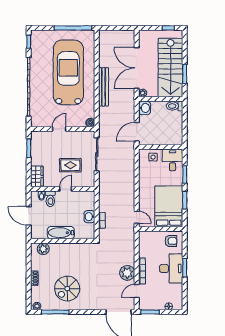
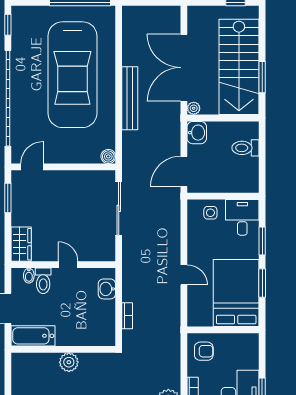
car: (68, 72) -> (72, 75), turned 180
toilet: (174, 106) -> (245, 148), moved
door: (59, 129) -> (32, 167), moved
rug: (70, 165) -> (76, 226), removed
door: (66, 189) -> (68, 265), hinge flipped
washbasin: (89, 217) -> (107, 289), moved
door: (137, 217) -> (184, 275), moved
bathtub: (61, 233) -> (33, 336), moved
armchair: (171, 241) -> (204, 351), moved
plant: (43, 249) -> (69, 362), moved

